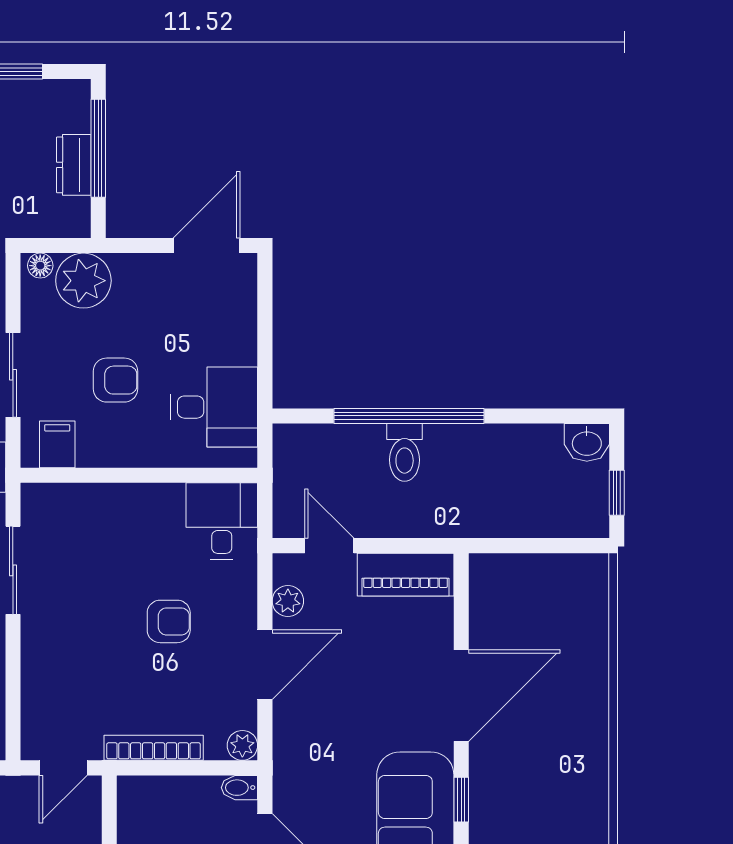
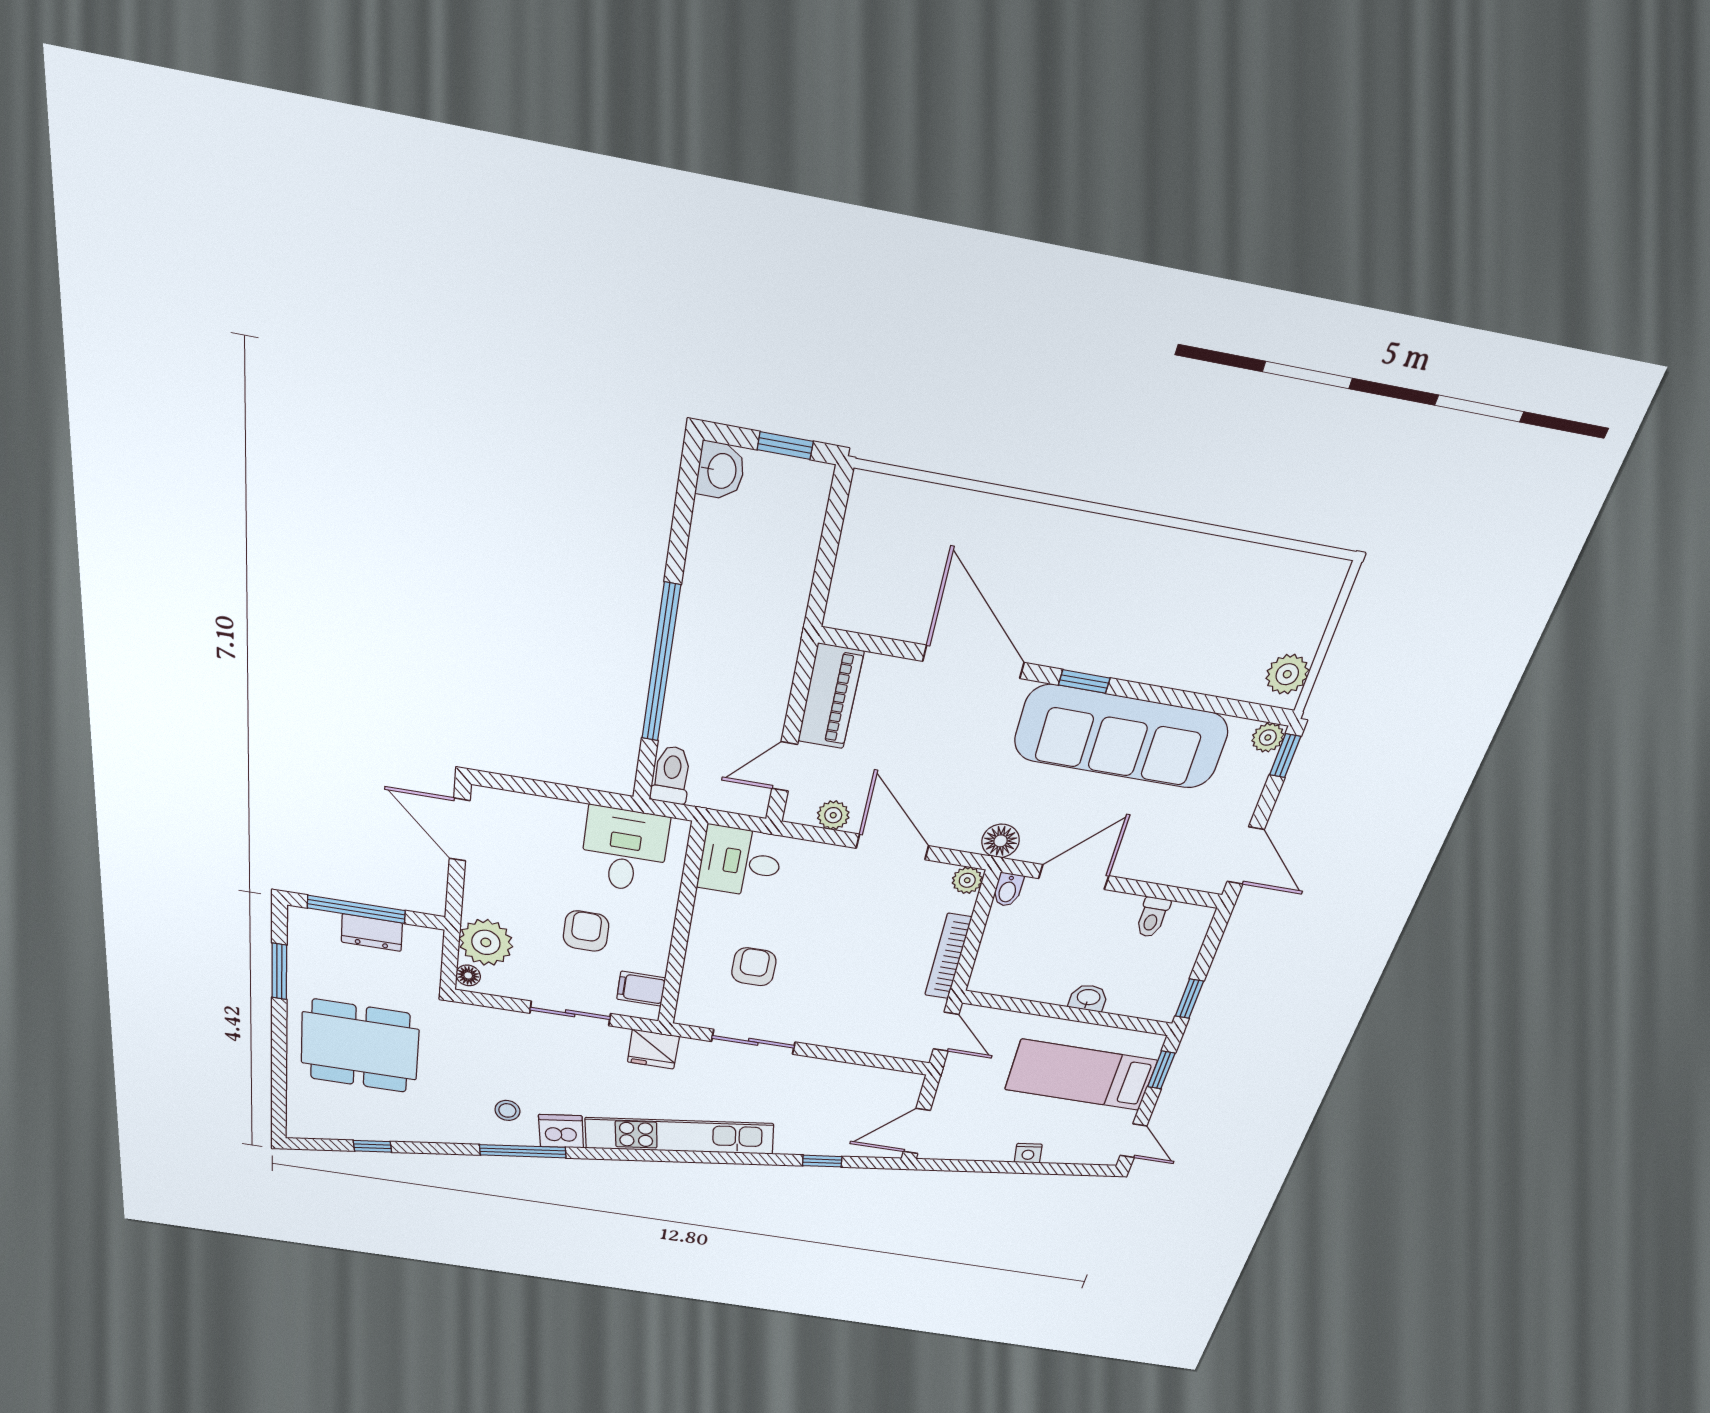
toilet: (405, 452) -> (671, 775), moved, turned -90
armchair: (169, 621) -> (754, 967), moved
floor lamp: (290, 766) -> (1001, 841), added

